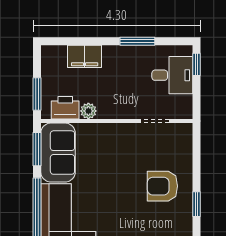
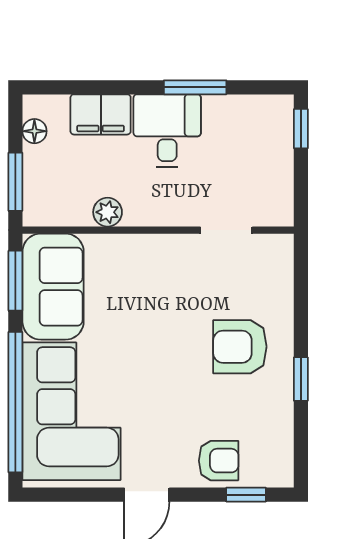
floor lamp: (48, 66) -> (34, 131), added
desk: (172, 75) -> (167, 131), moved, turned -90
printer: (65, 108) -> (66, 206), removed

